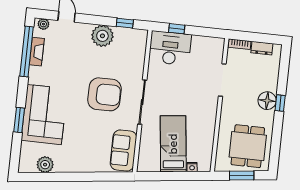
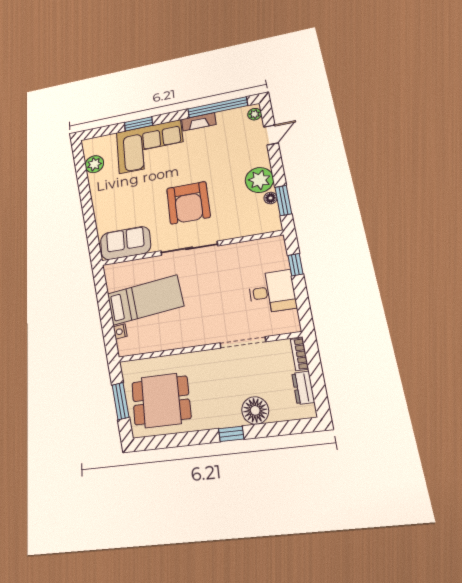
window: (125, 23) -> (283, 200), width x1.50
floor lamp: (120, 32) -> (271, 198), added
desk: (170, 48) -> (272, 292), moved, width x0.73
fireplace: (37, 52) -> (199, 122), moved
floor lamp: (267, 101) -> (255, 410), moved

